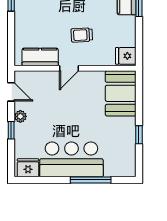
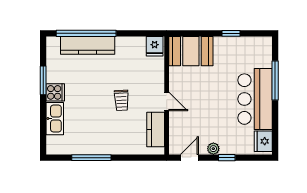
trolley: (82, 35) -> (121, 100), moved

